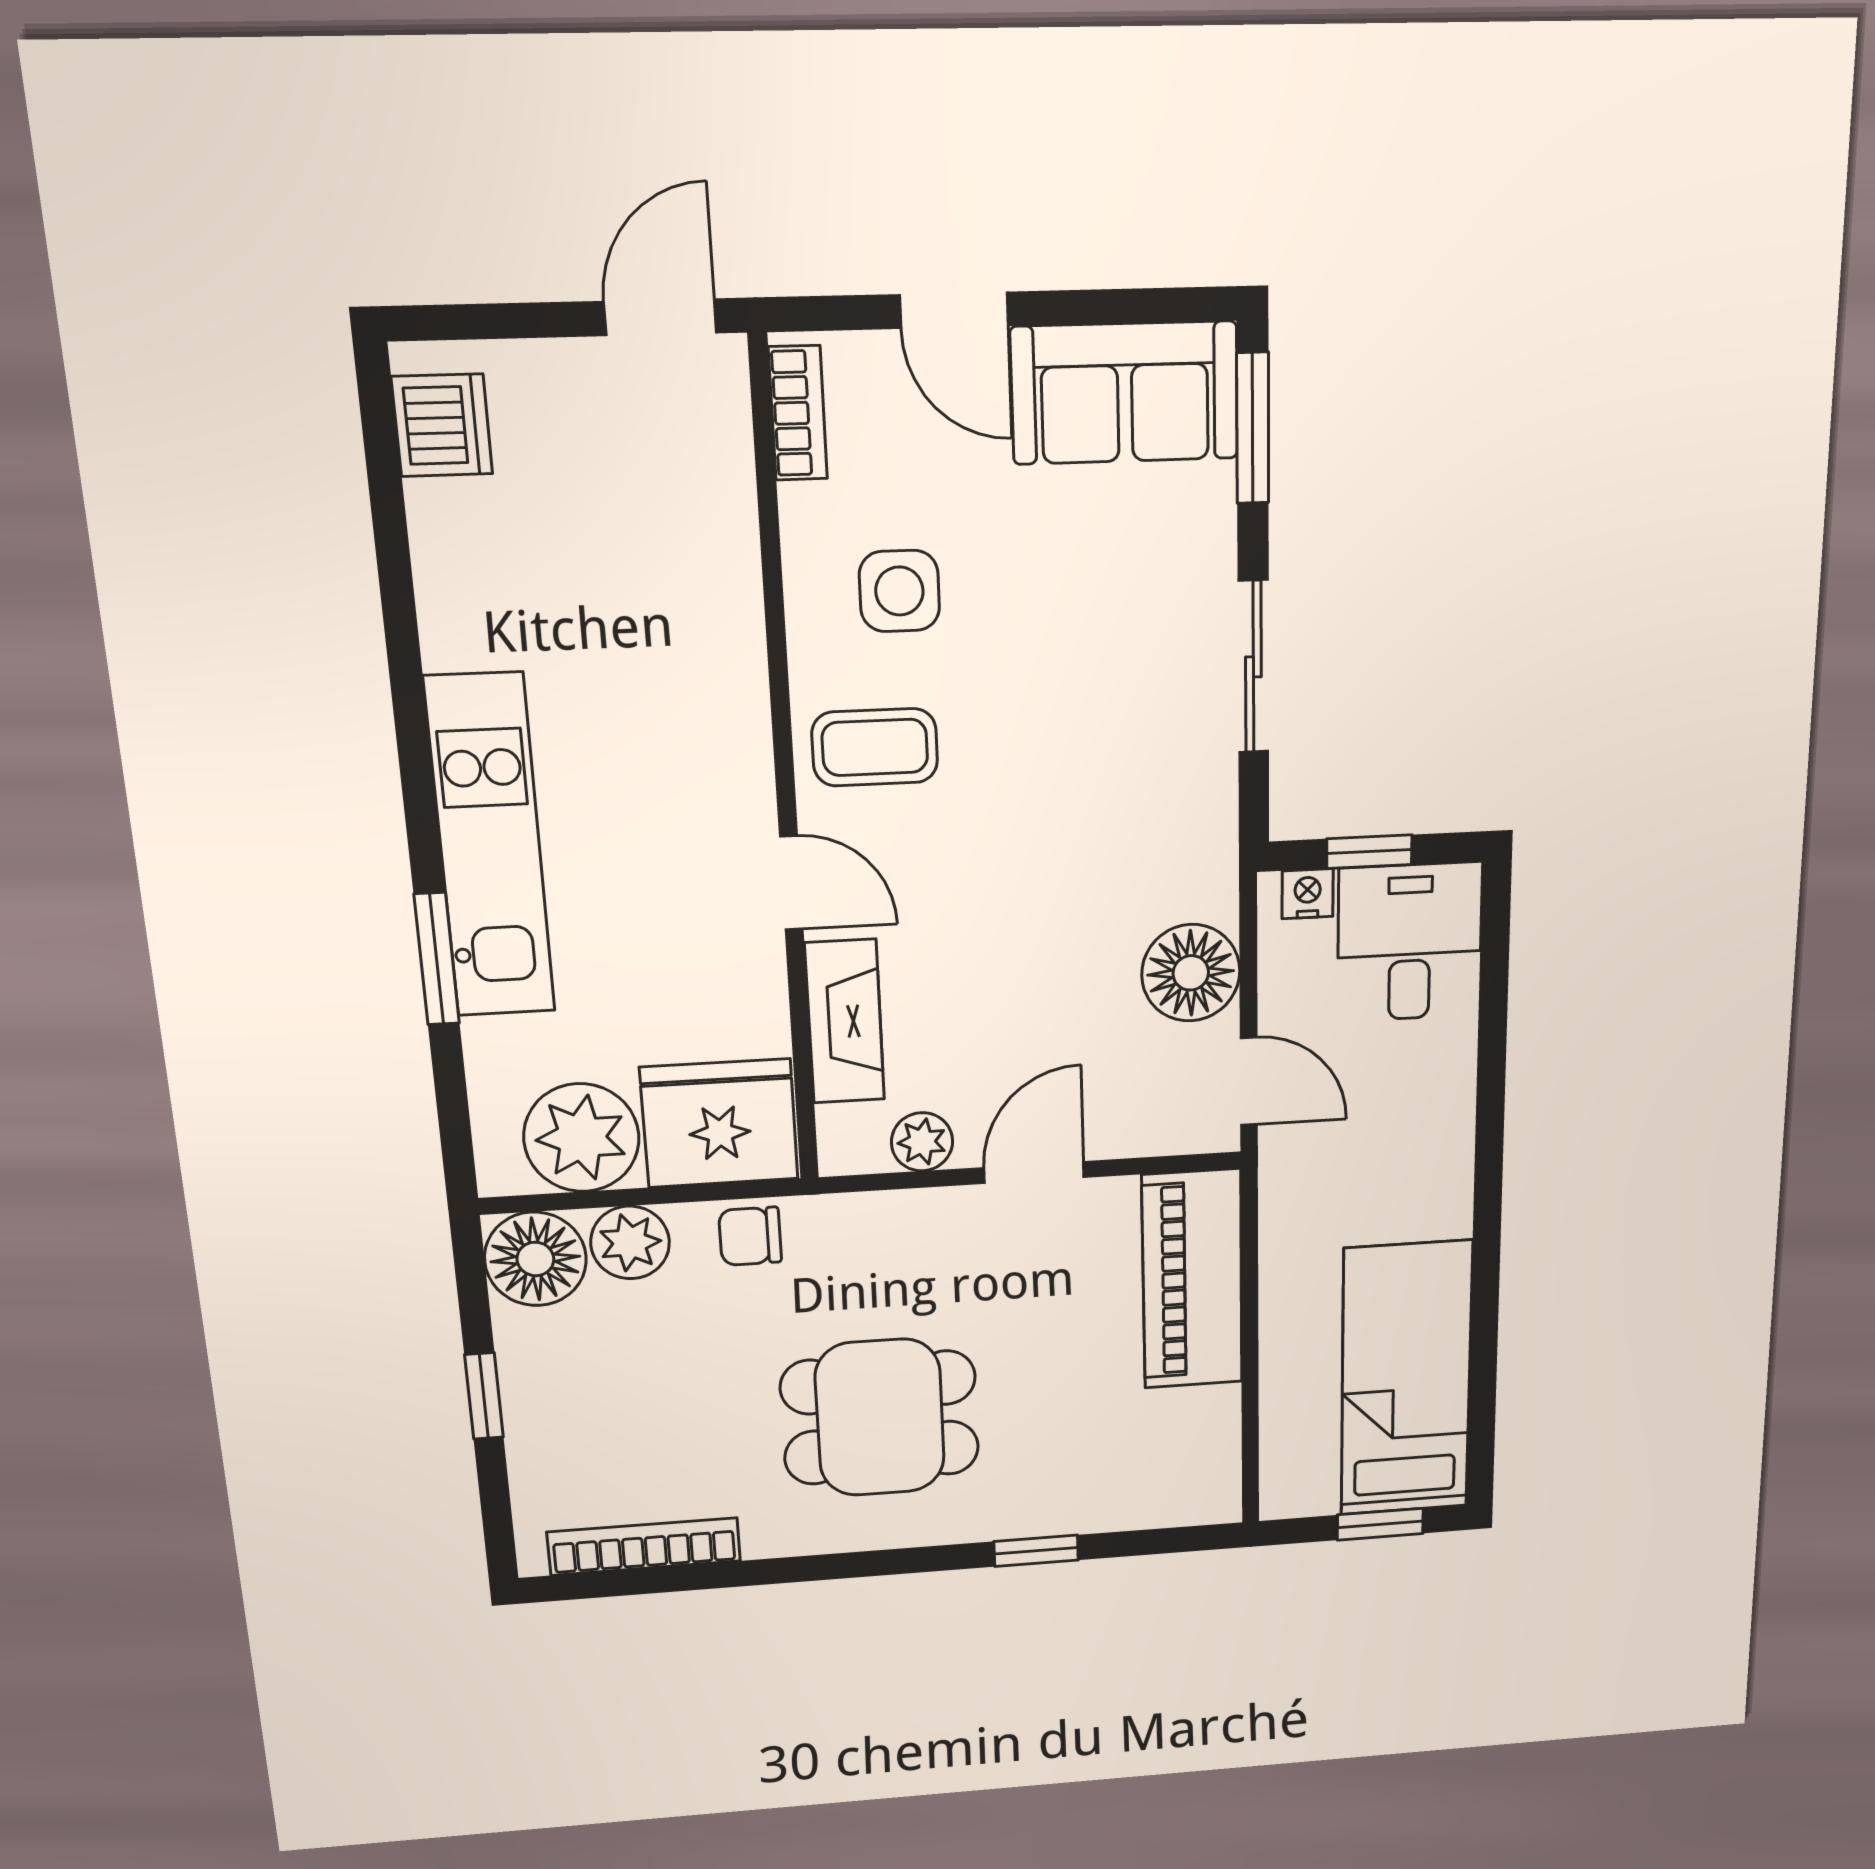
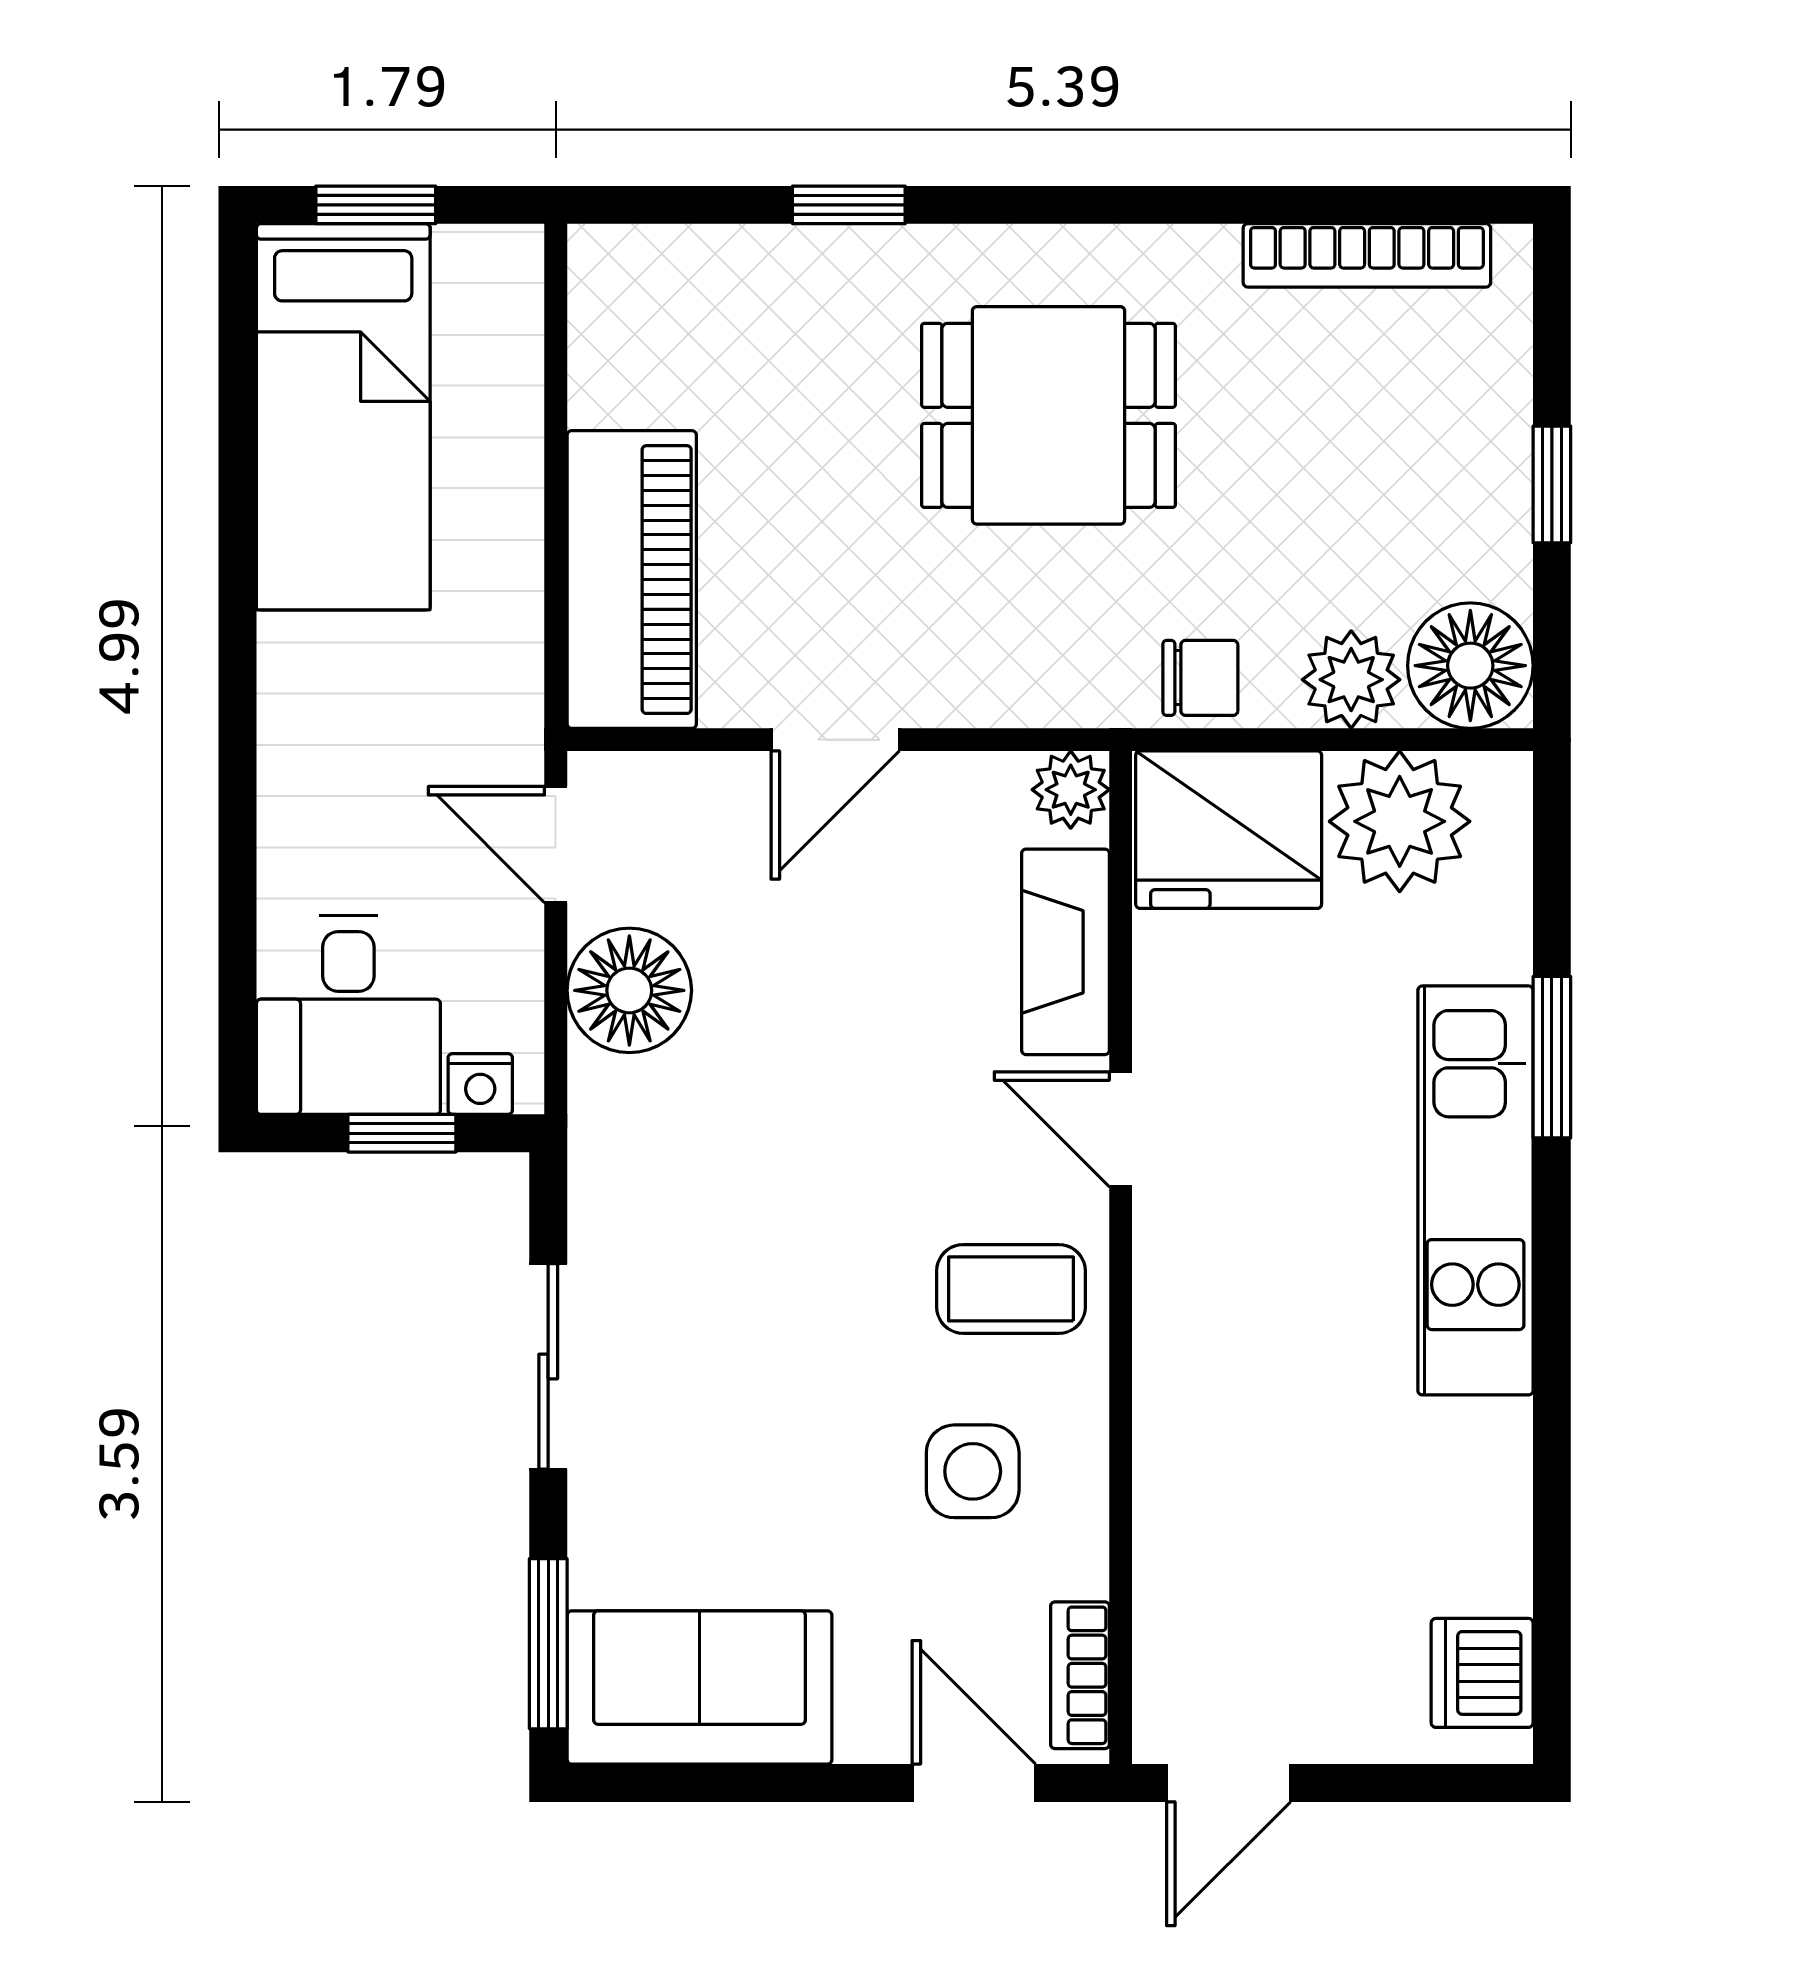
door: (954, 310) -> (974, 1783), moved
plant: (922, 1142) -> (1071, 790), moved

